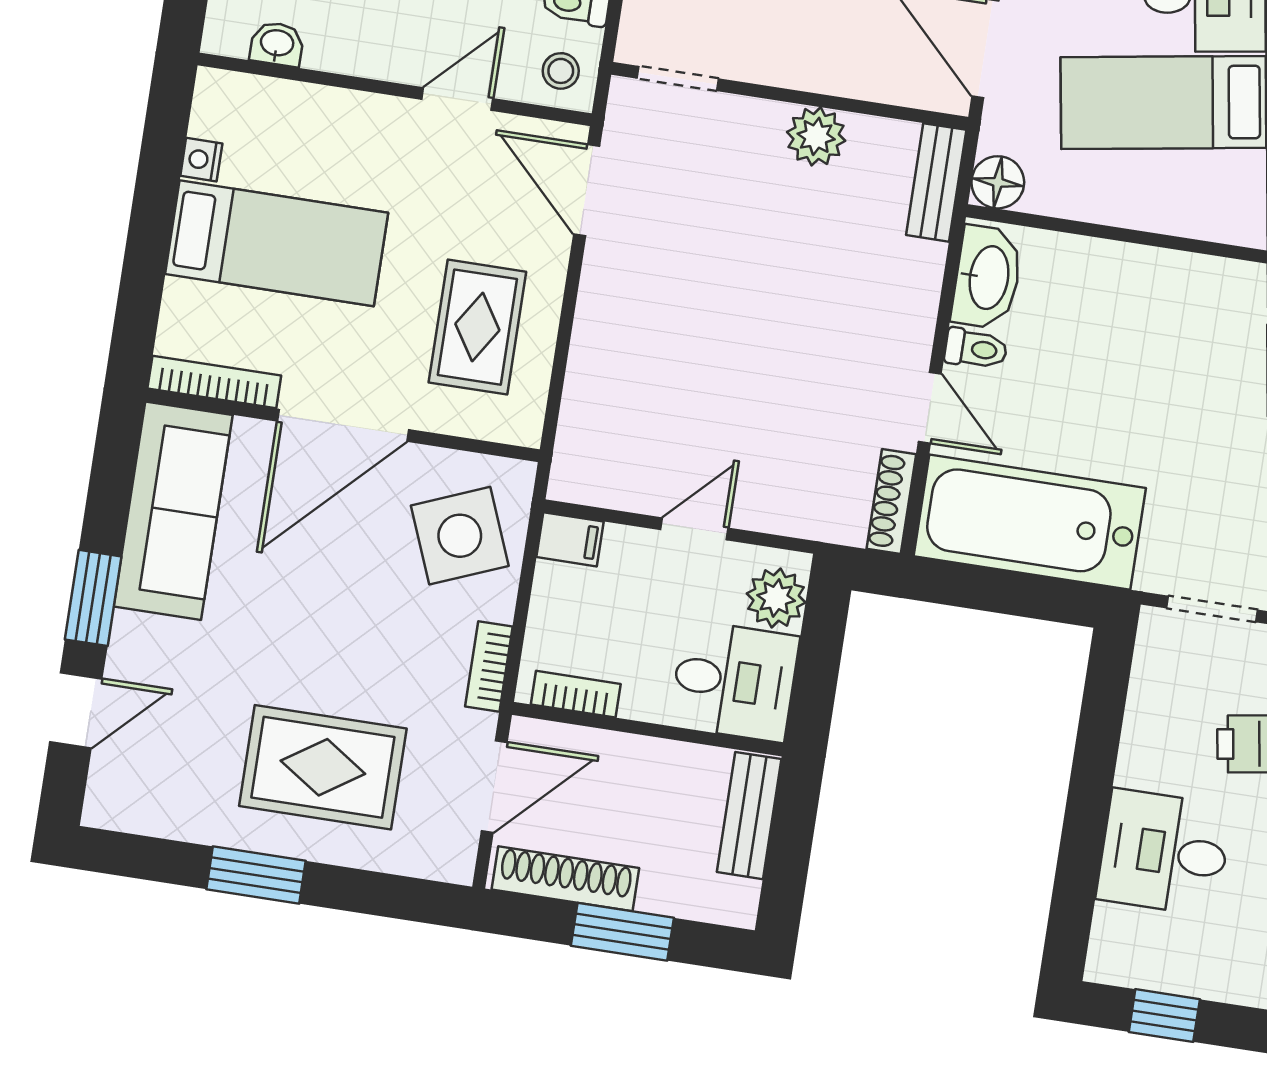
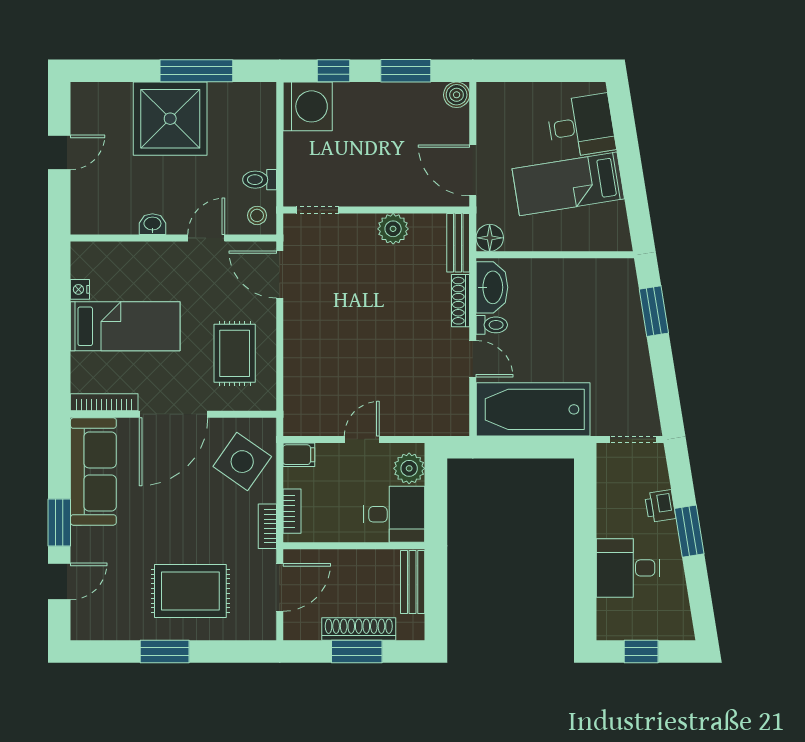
washbasin: (277, 44) -> (152, 224), moved
shoe rack: (891, 502) -> (460, 301), moved
side table: (460, 536) -> (242, 462), turned -33
bookcase: (576, 694) -> (292, 511), moved, turned 90
shoe rack: (565, 879) -> (359, 629), moved

